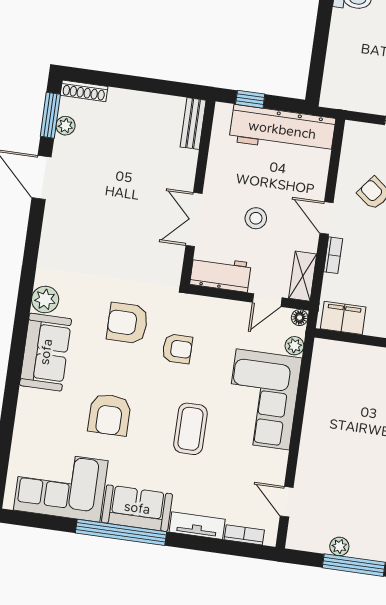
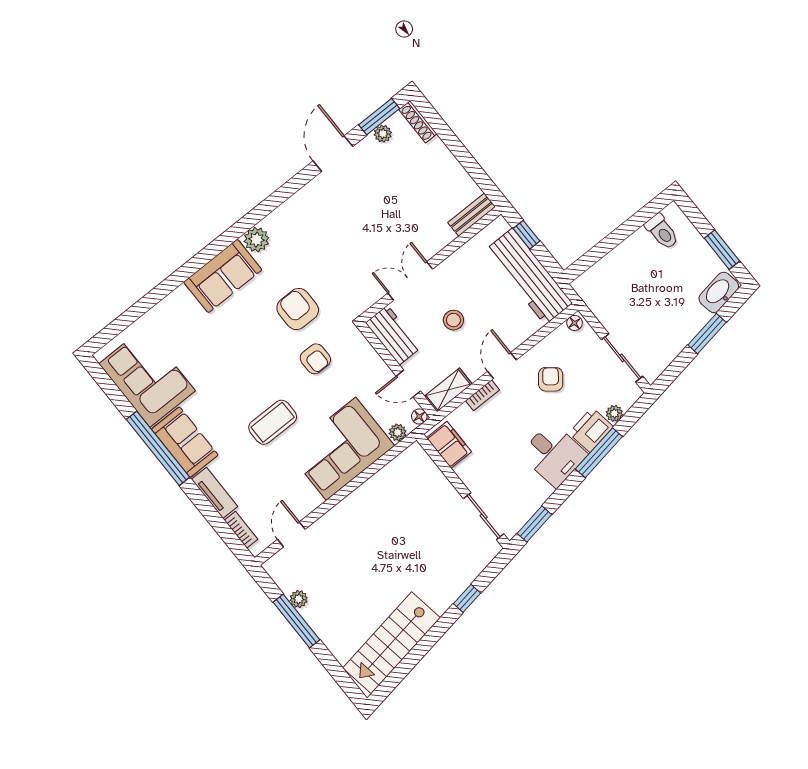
floor lamp: (351, 132) -> (575, 323), added
armchair: (109, 415) -> (226, 360), removed

